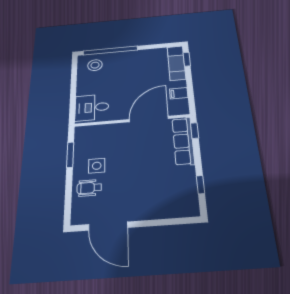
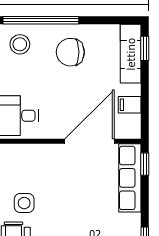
chair: (132, 66) -> (70, 52), added

